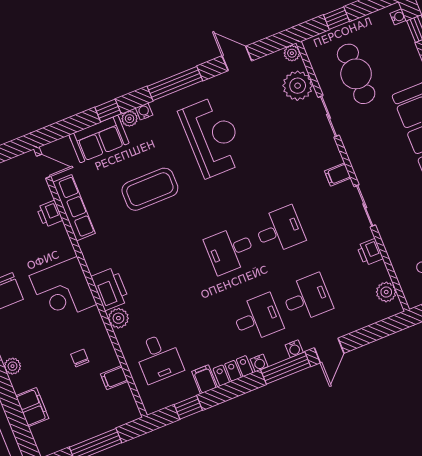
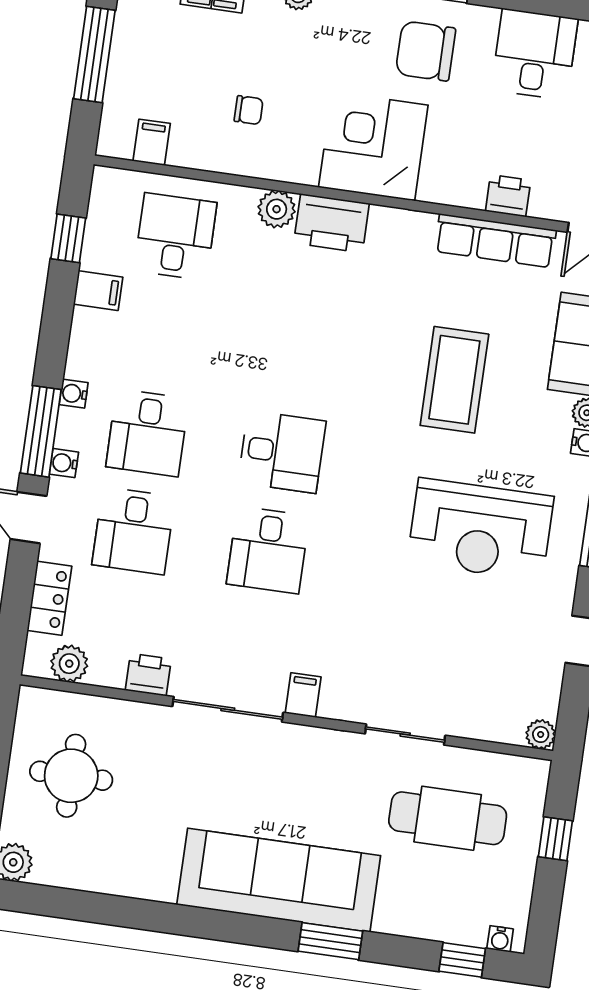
plant: (298, 86) -> (483, 713), removed
sliding door: (365, 206) -> (228, 709), width x1.37
desk: (230, 250) -> (282, 452), turned 90
desk: (159, 358) -> (175, 237), turned 90
locker: (233, 371) -> (49, 598), moved
filing cabinet: (114, 378) -> (152, 142), moved

